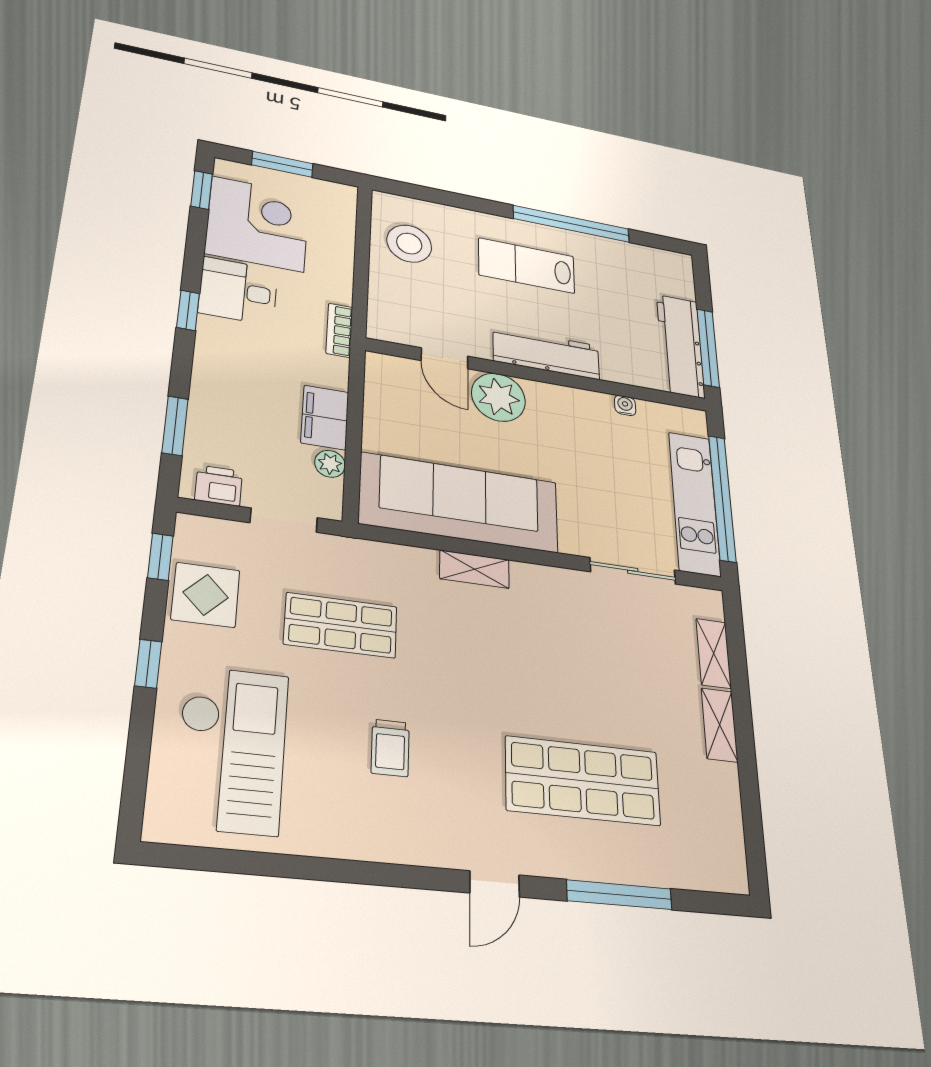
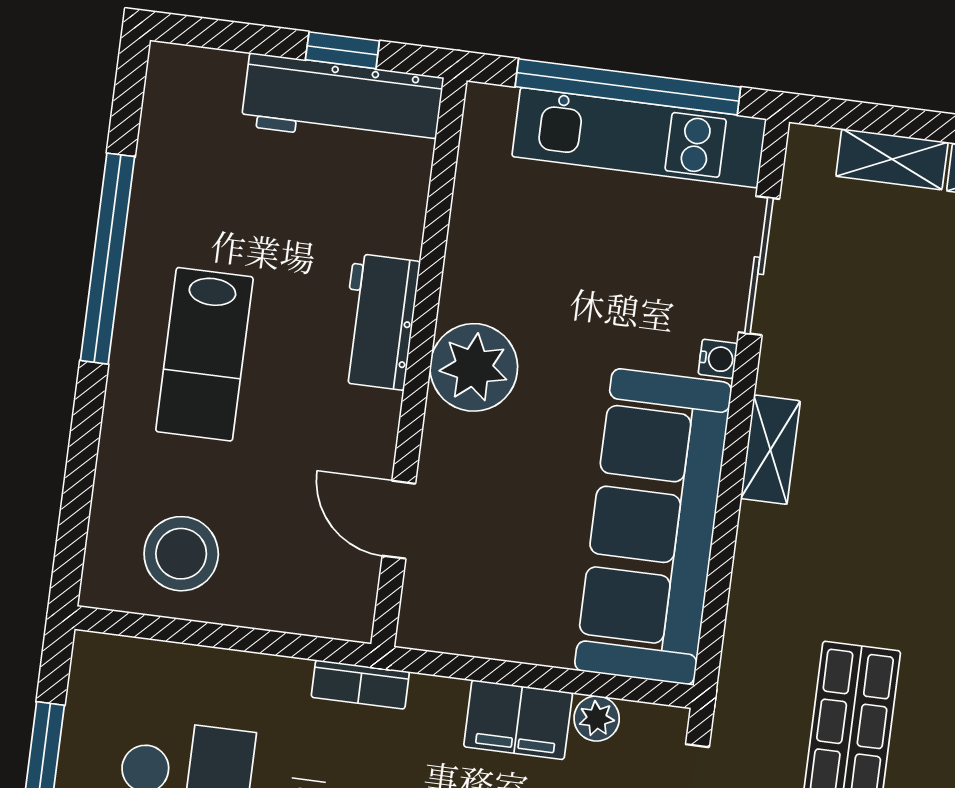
window: (708, 348) -> (342, 50), width x0.46
workbench: (546, 353) -> (379, 322), width x0.73
door: (445, 358) -> (399, 520), swing flipped
plant: (498, 397) -> (474, 367), moved
water cooler: (625, 405) -> (718, 359), moved, turned 180
shelving: (475, 569) -> (770, 450), moved

